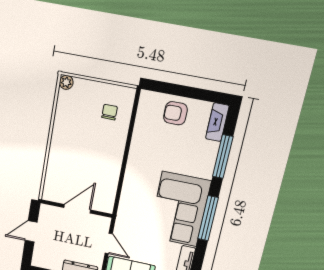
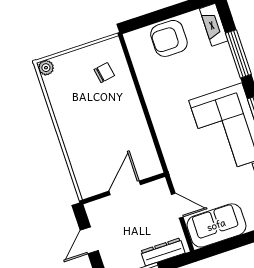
chair: (109, 112) -> (104, 73), turned 80
armchair: (175, 113) -> (169, 38), width x1.38, depth x1.38

